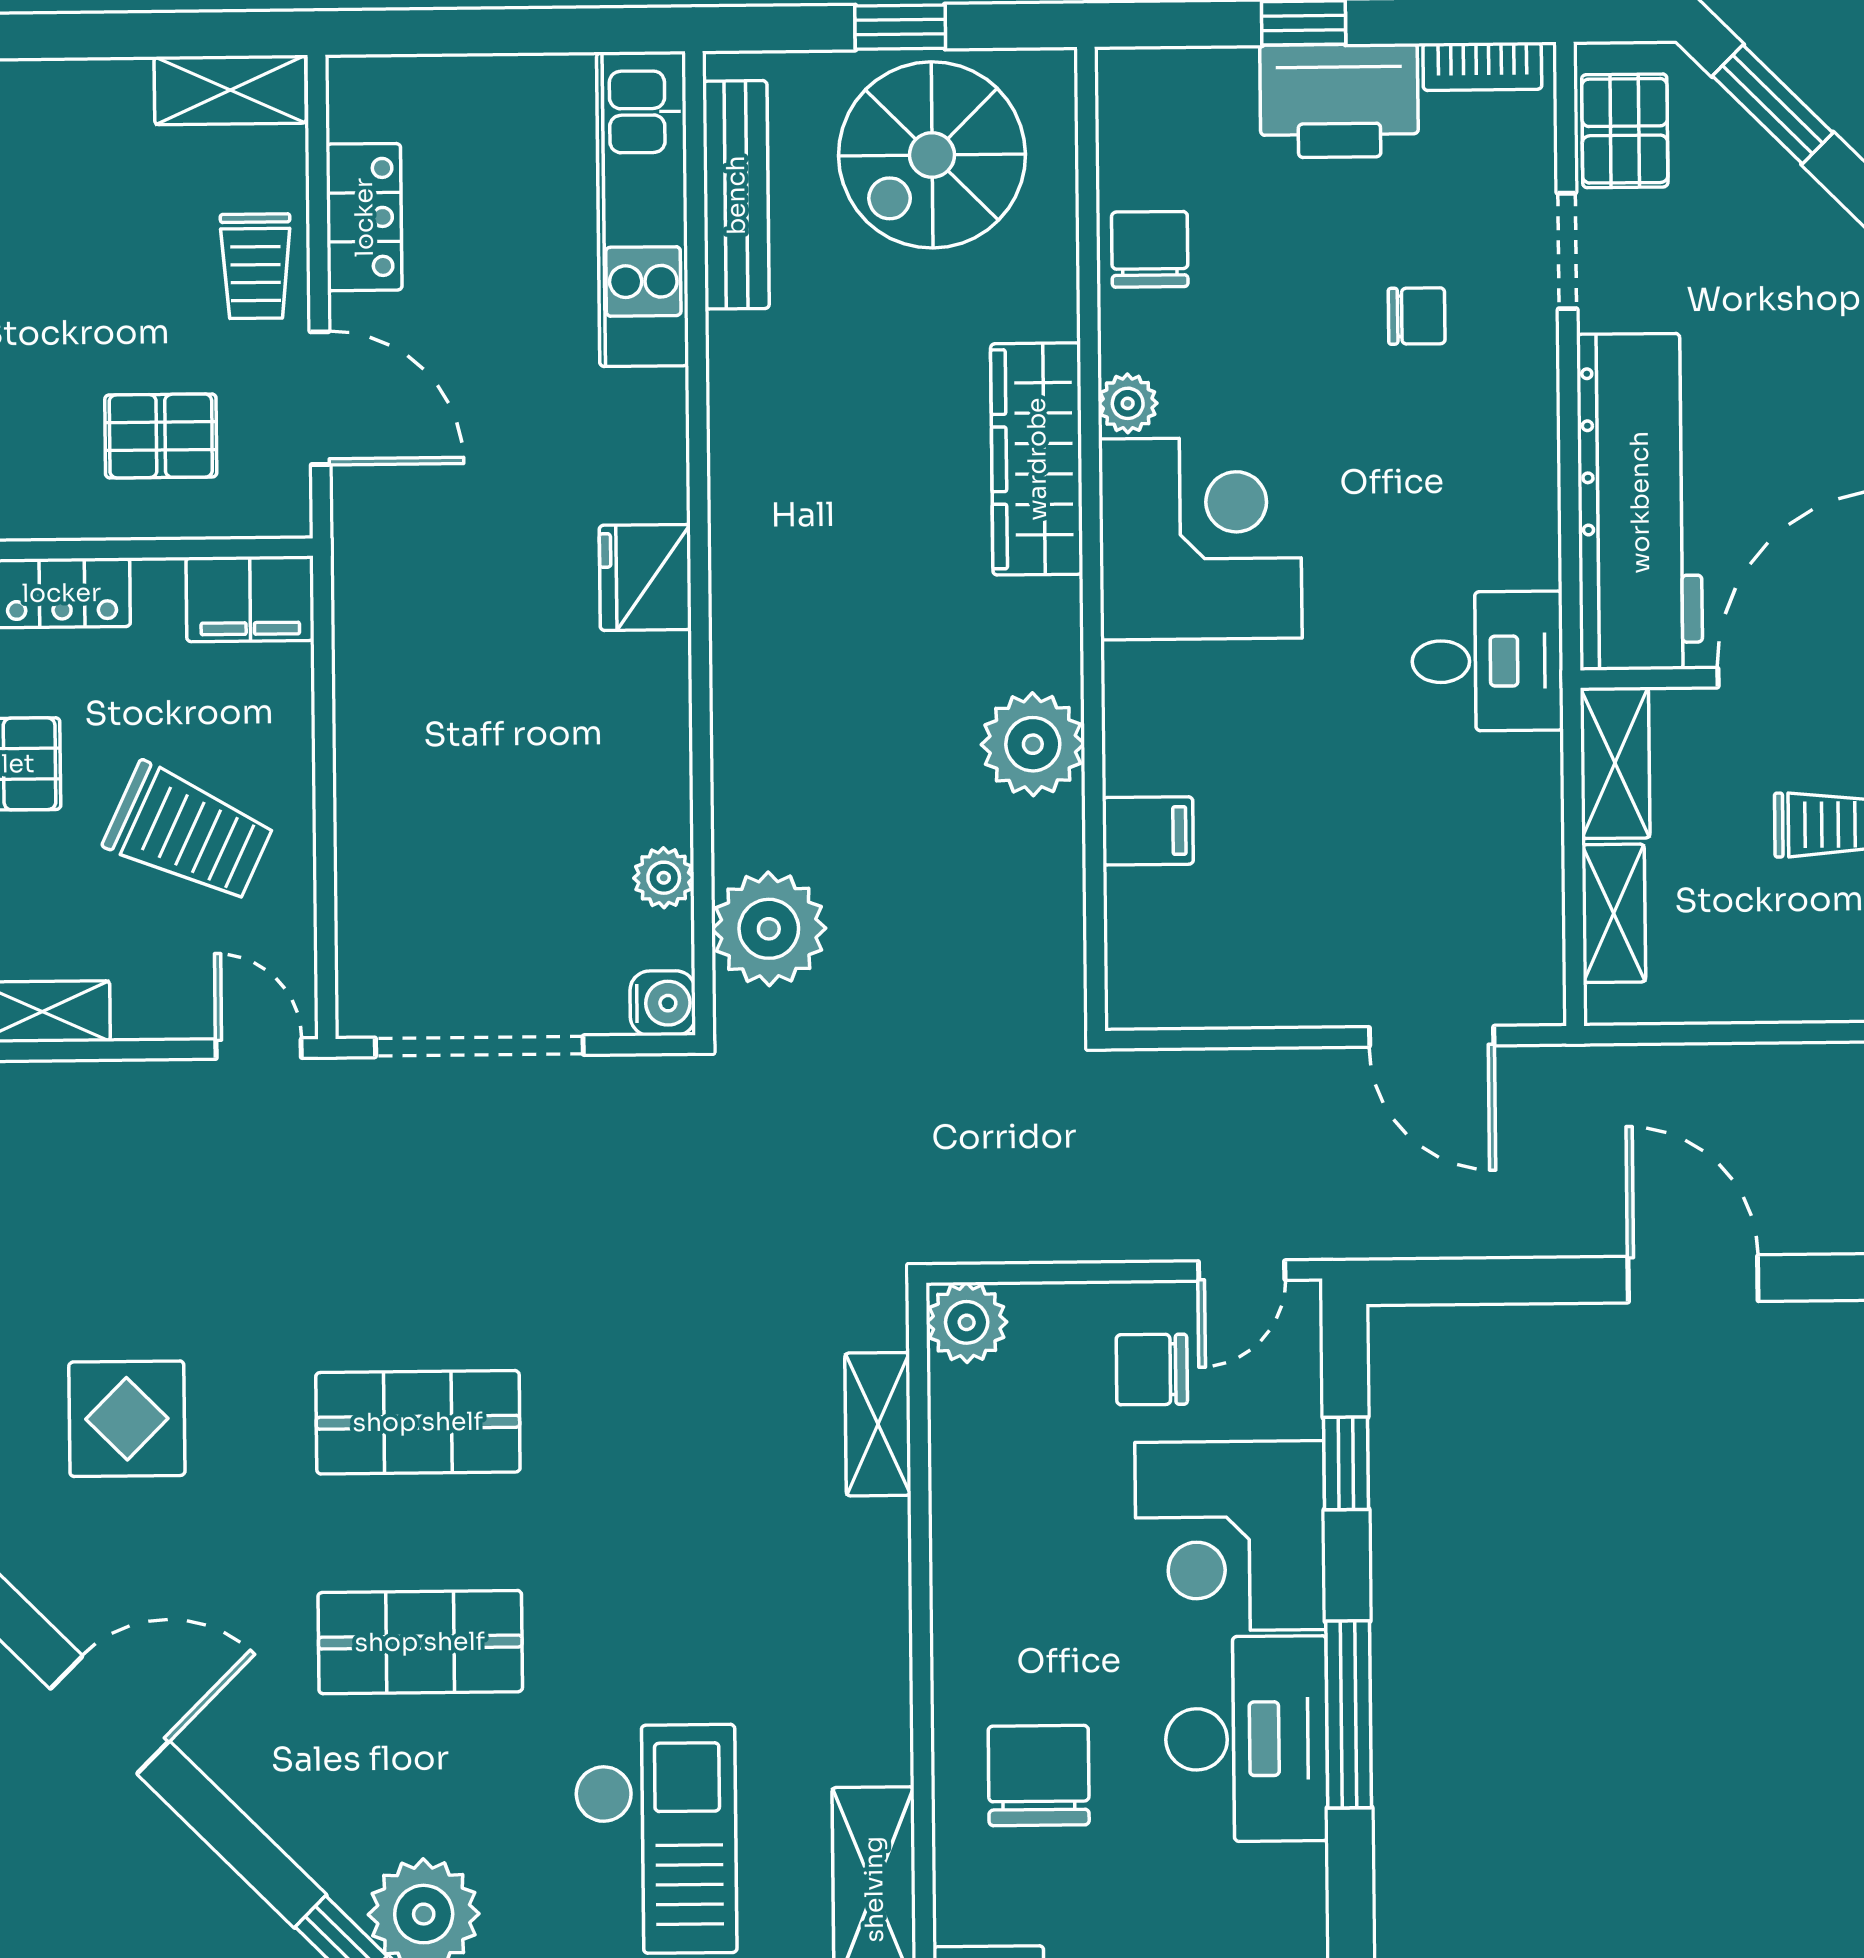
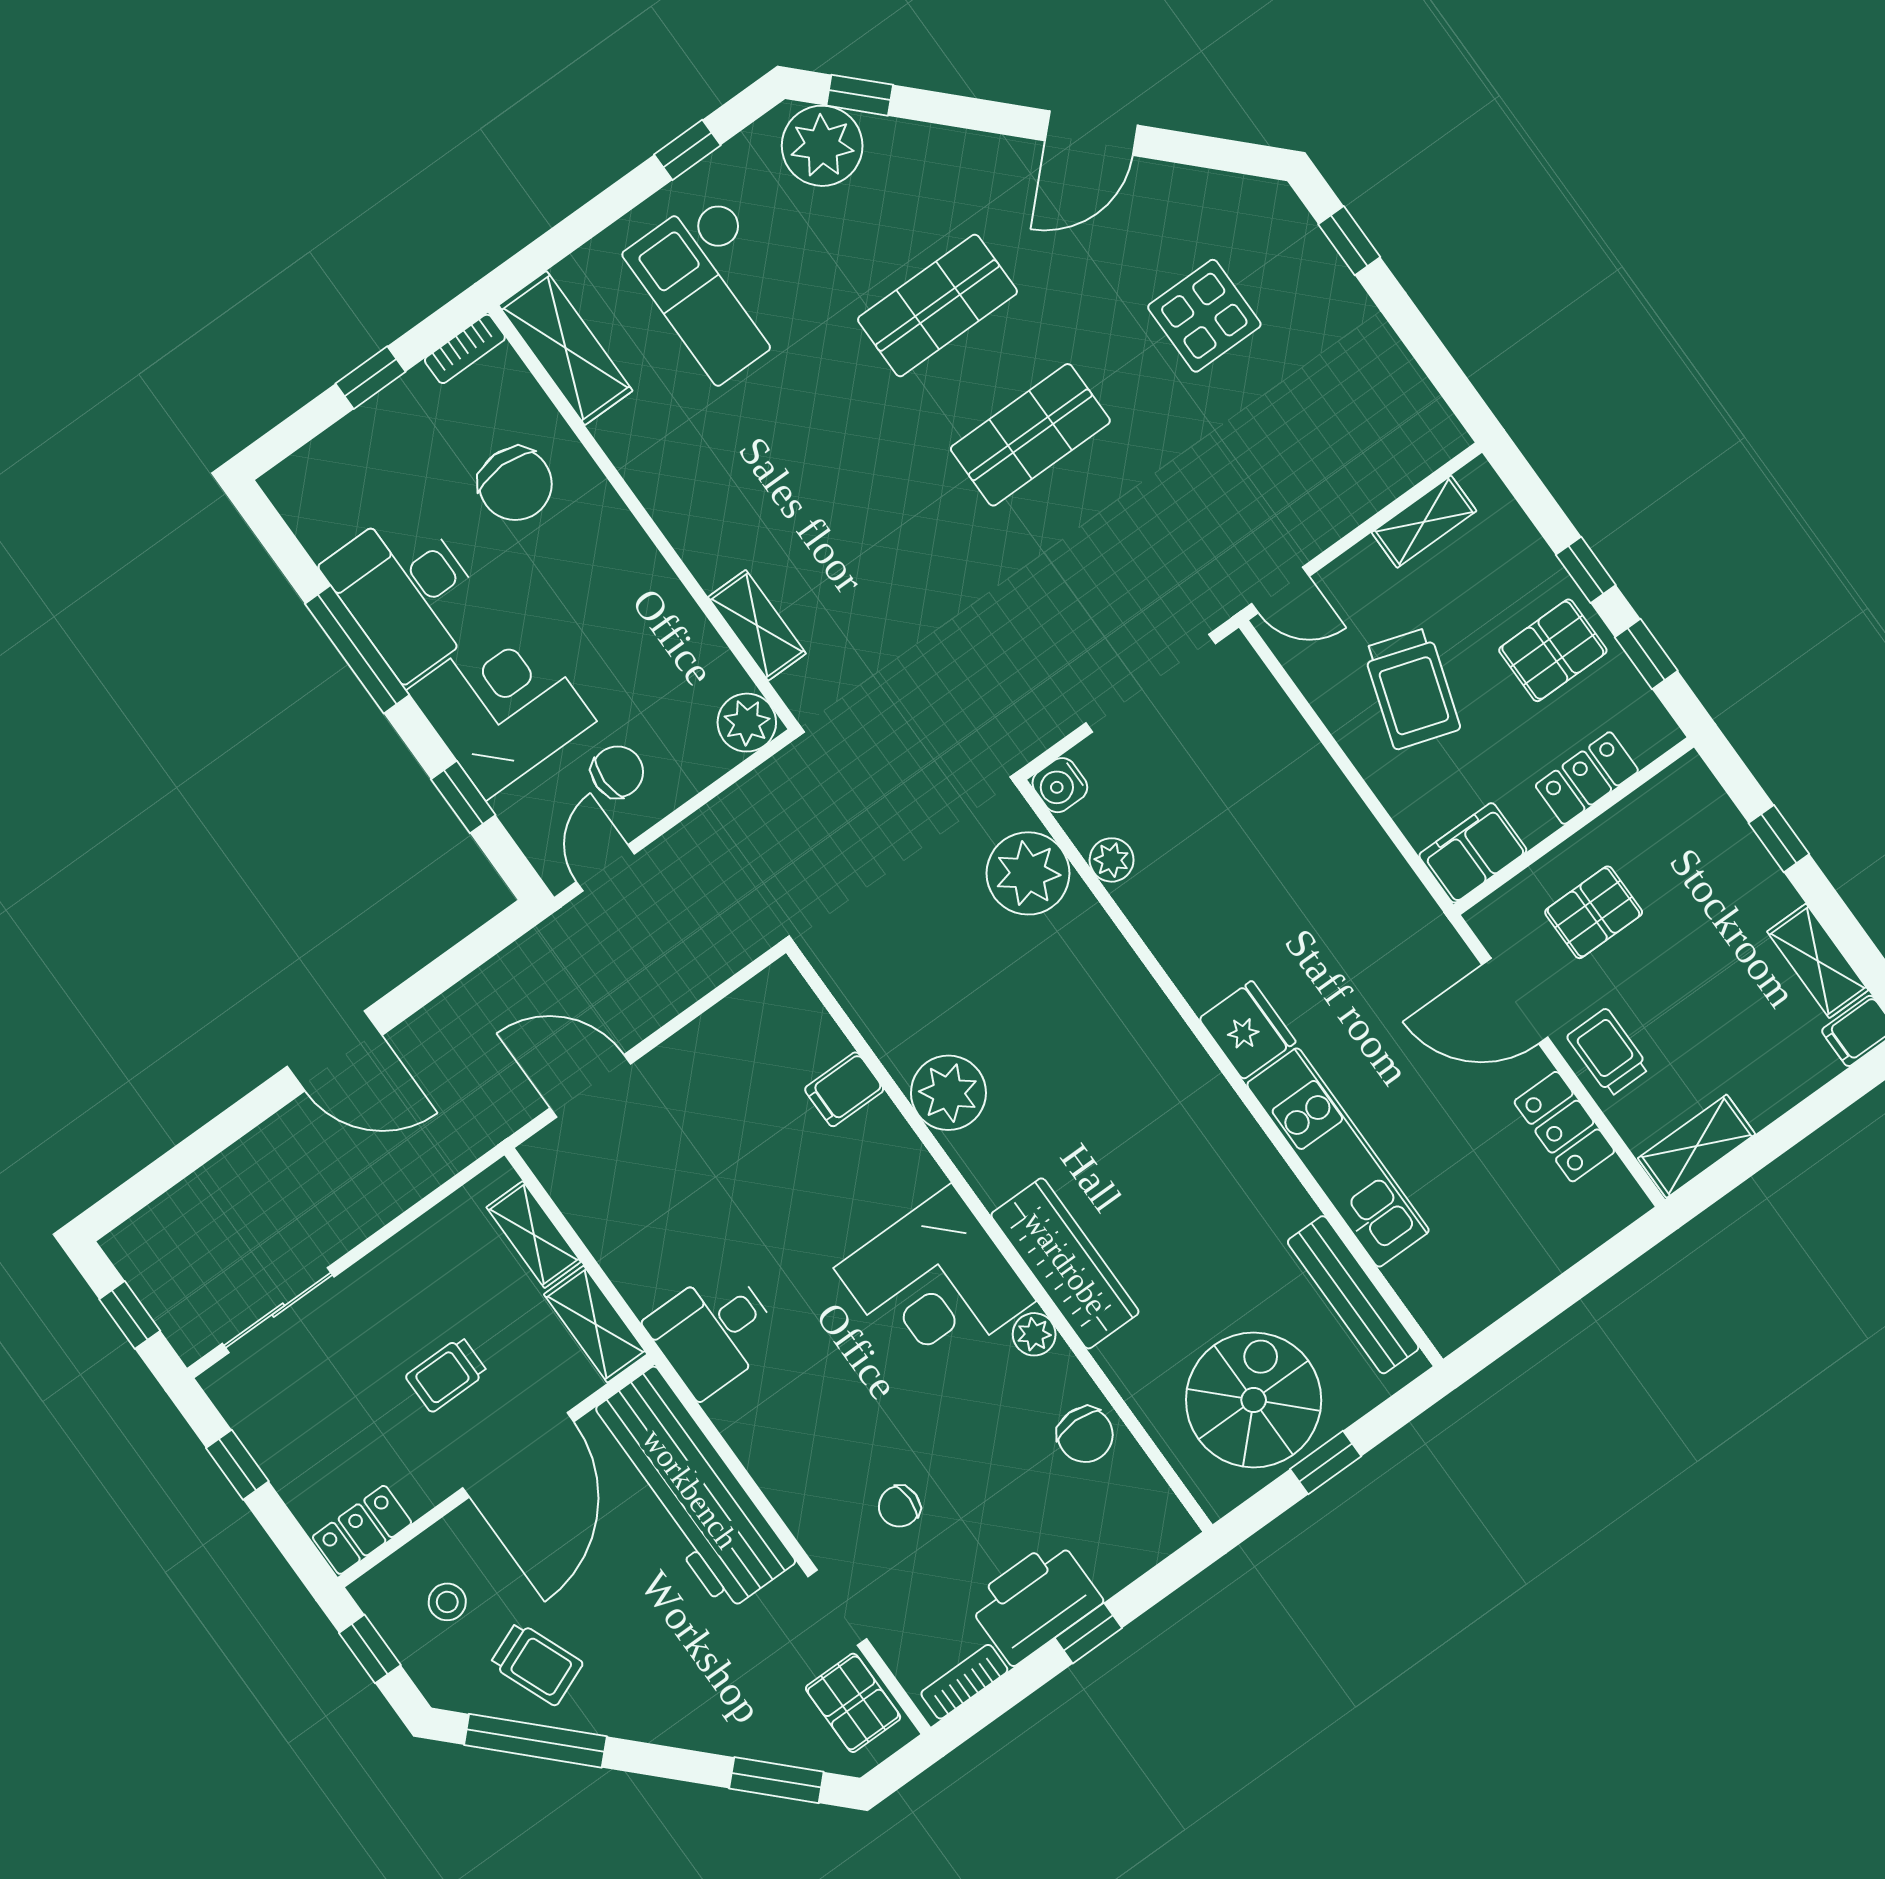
kitchen unit: (643, 209) -> (1338, 1157), moved
trolley: (189, 833) -> (1412, 689), turned -97

